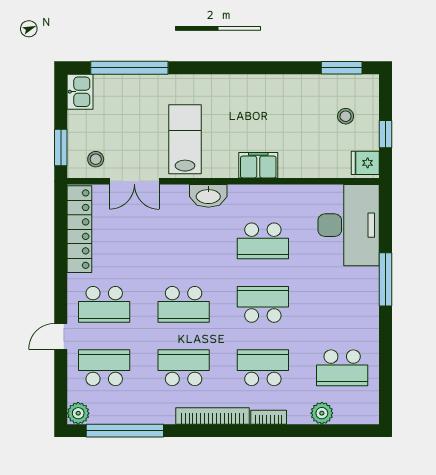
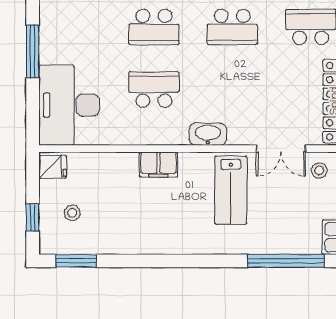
window: (386, 134) -> (33, 218), moved
double door: (134, 181) -> (281, 149), swing flipped
school desk: (184, 304) -> (232, 27), turned 180

